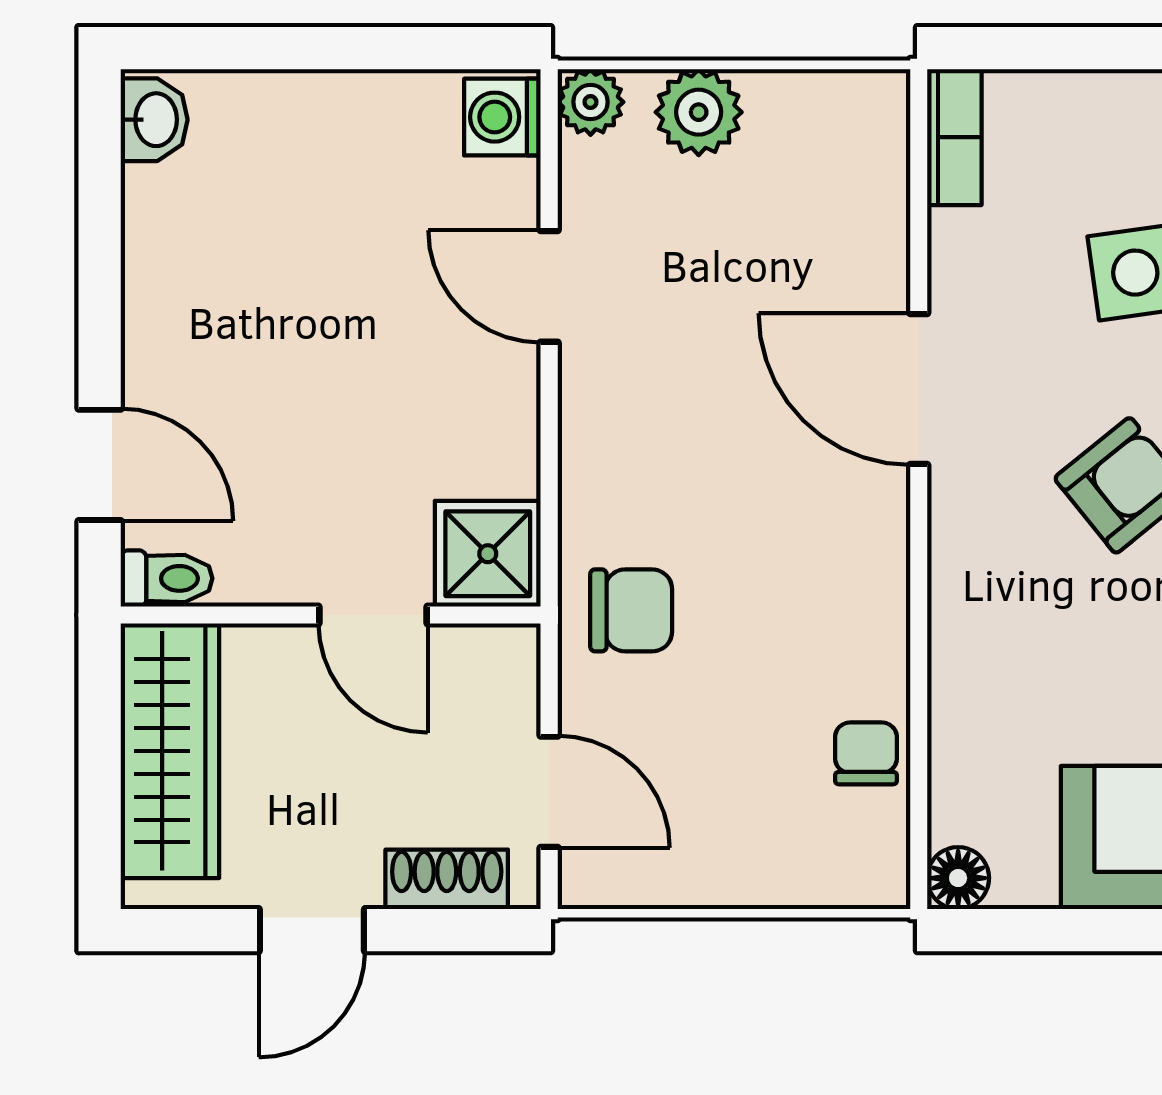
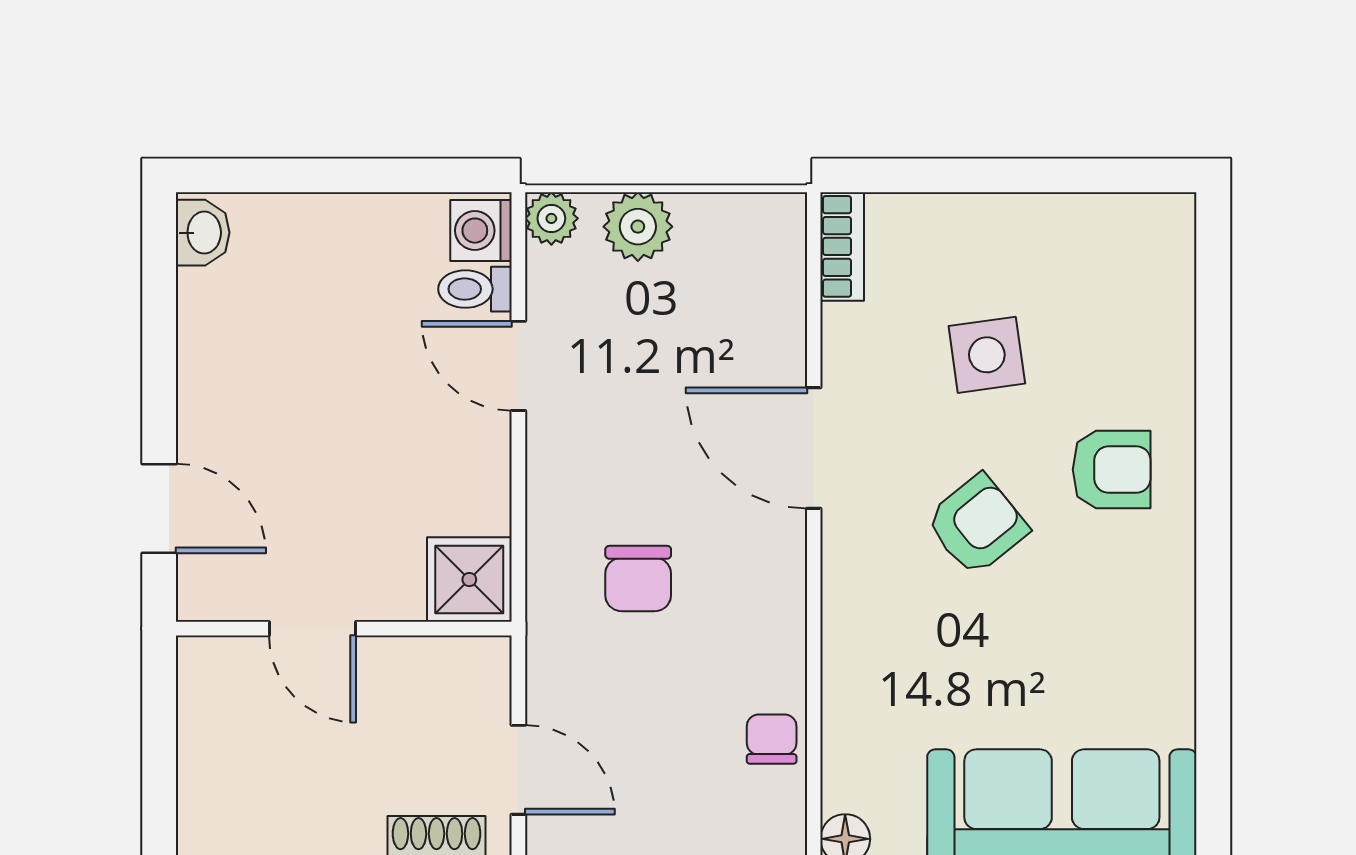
toilet: (167, 578) -> (475, 289), moved, turned 180
chair: (631, 610) -> (638, 579), moved, turned 90
door: (373, 615) -> (312, 629), moved
wardrobe: (170, 751) -> (215, 737), removed

